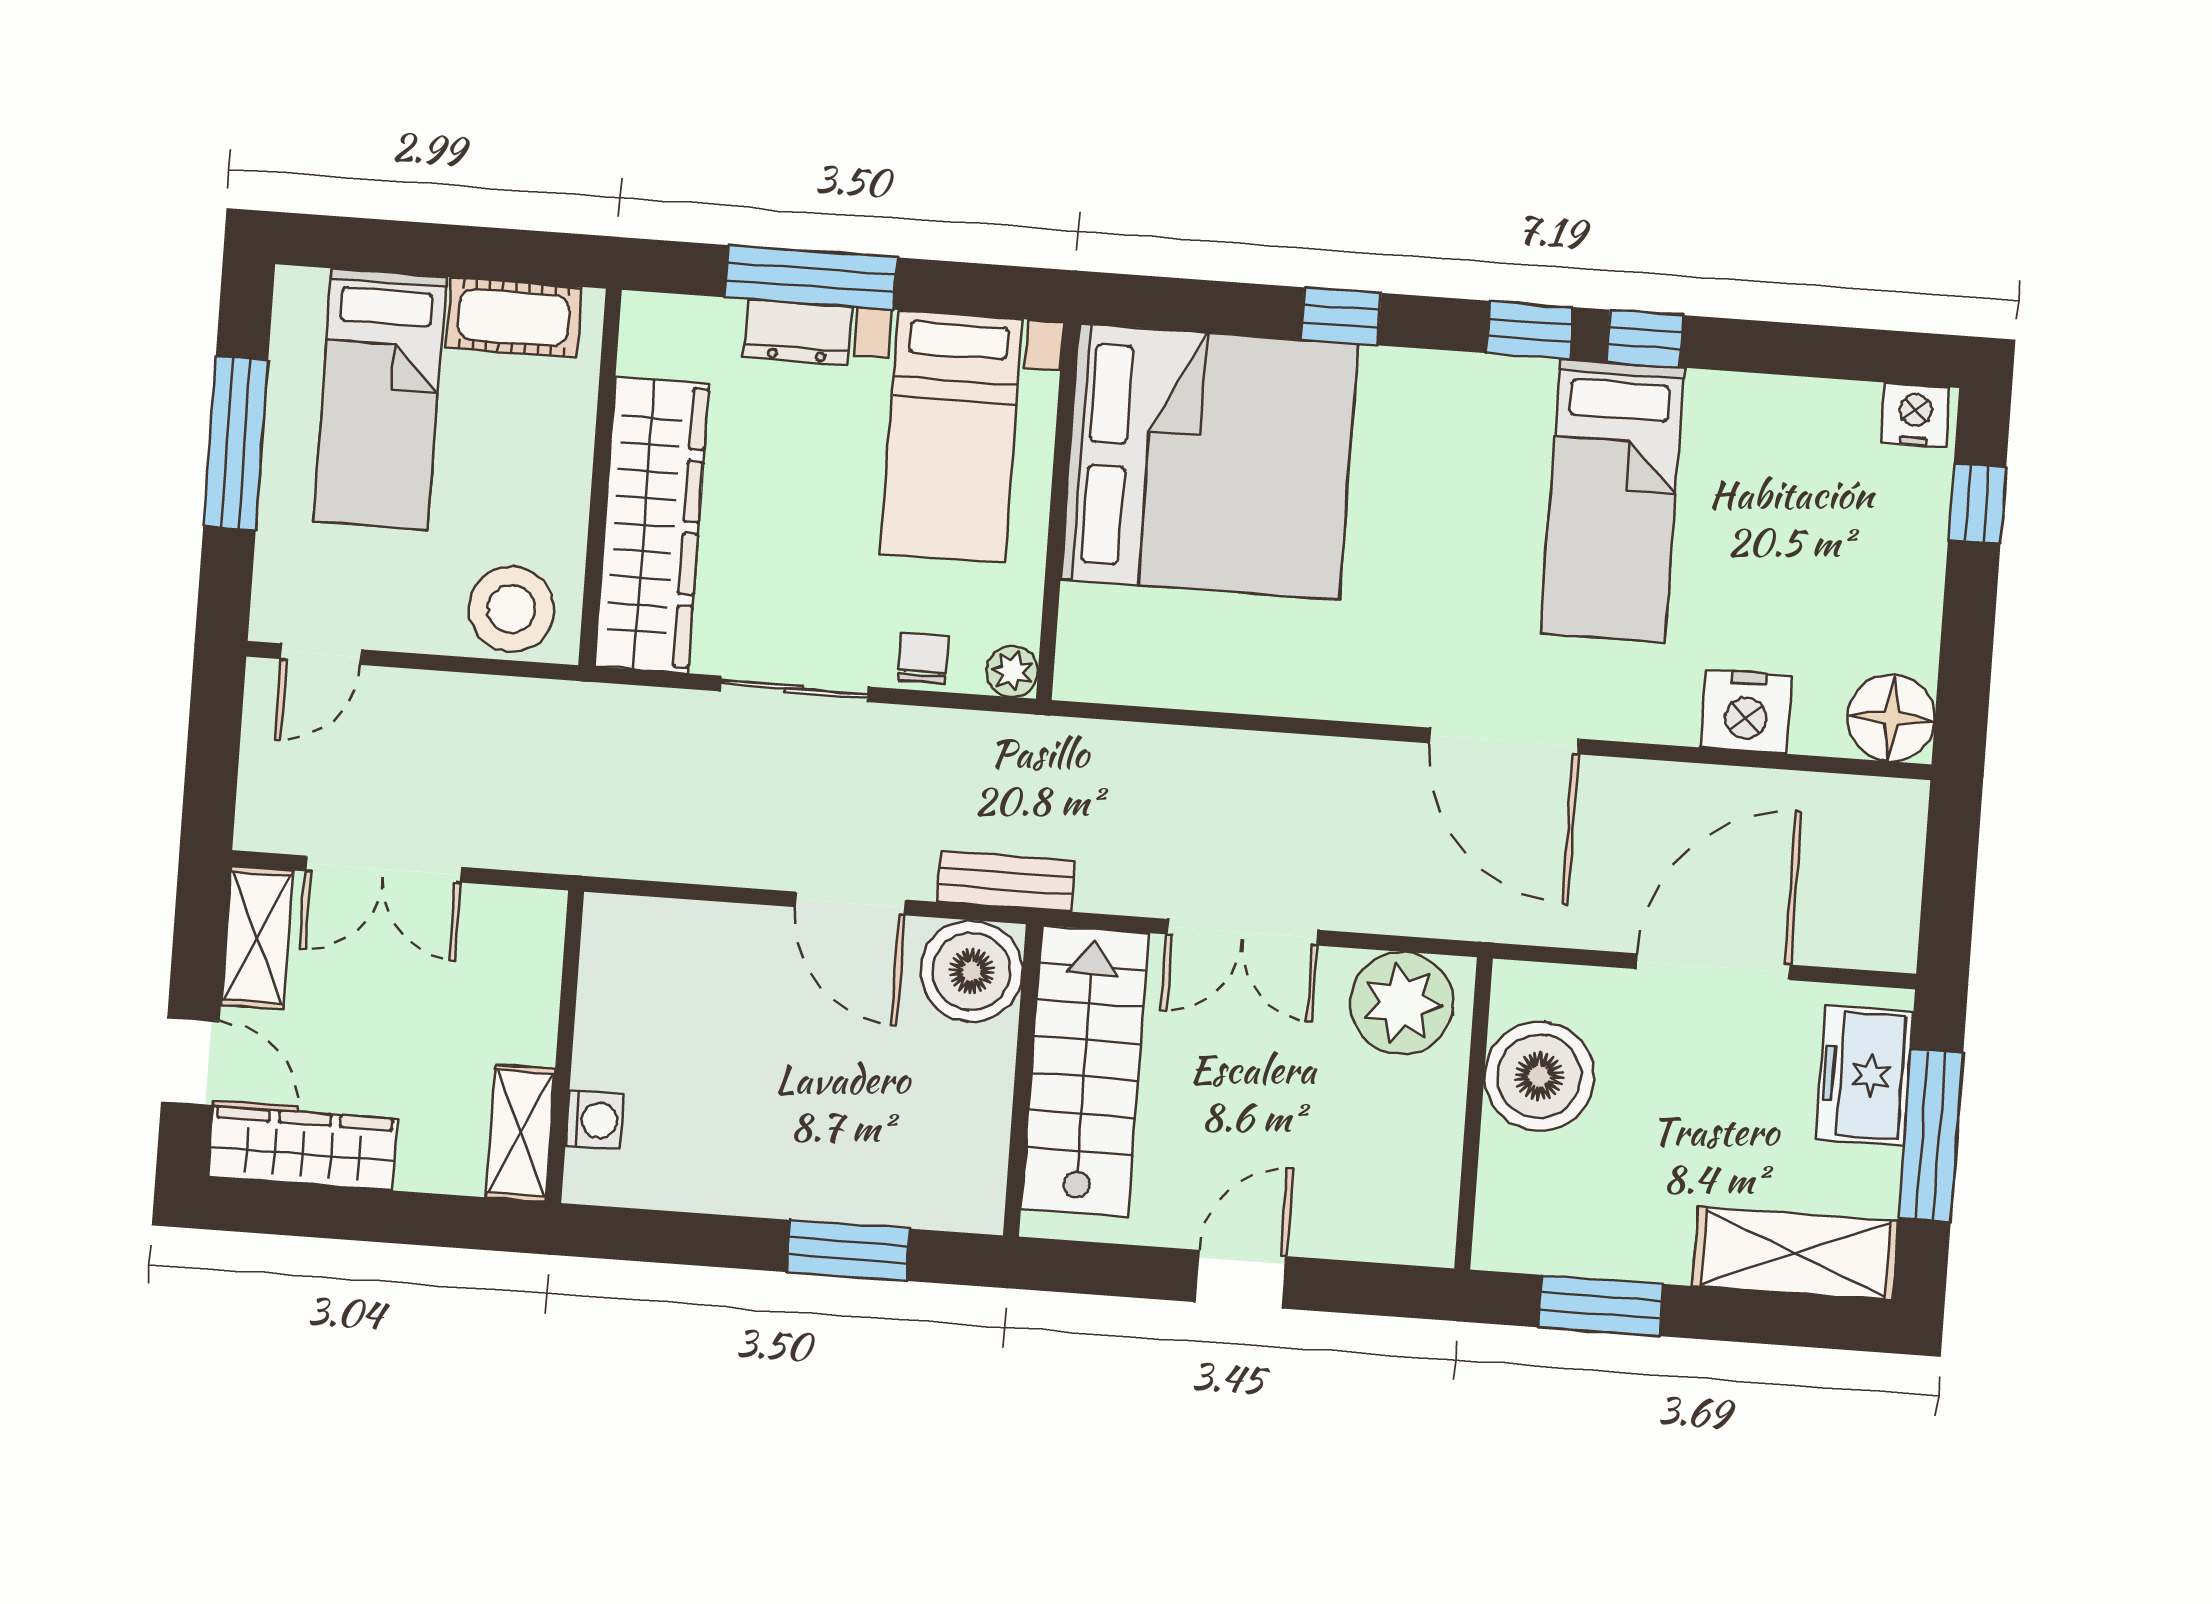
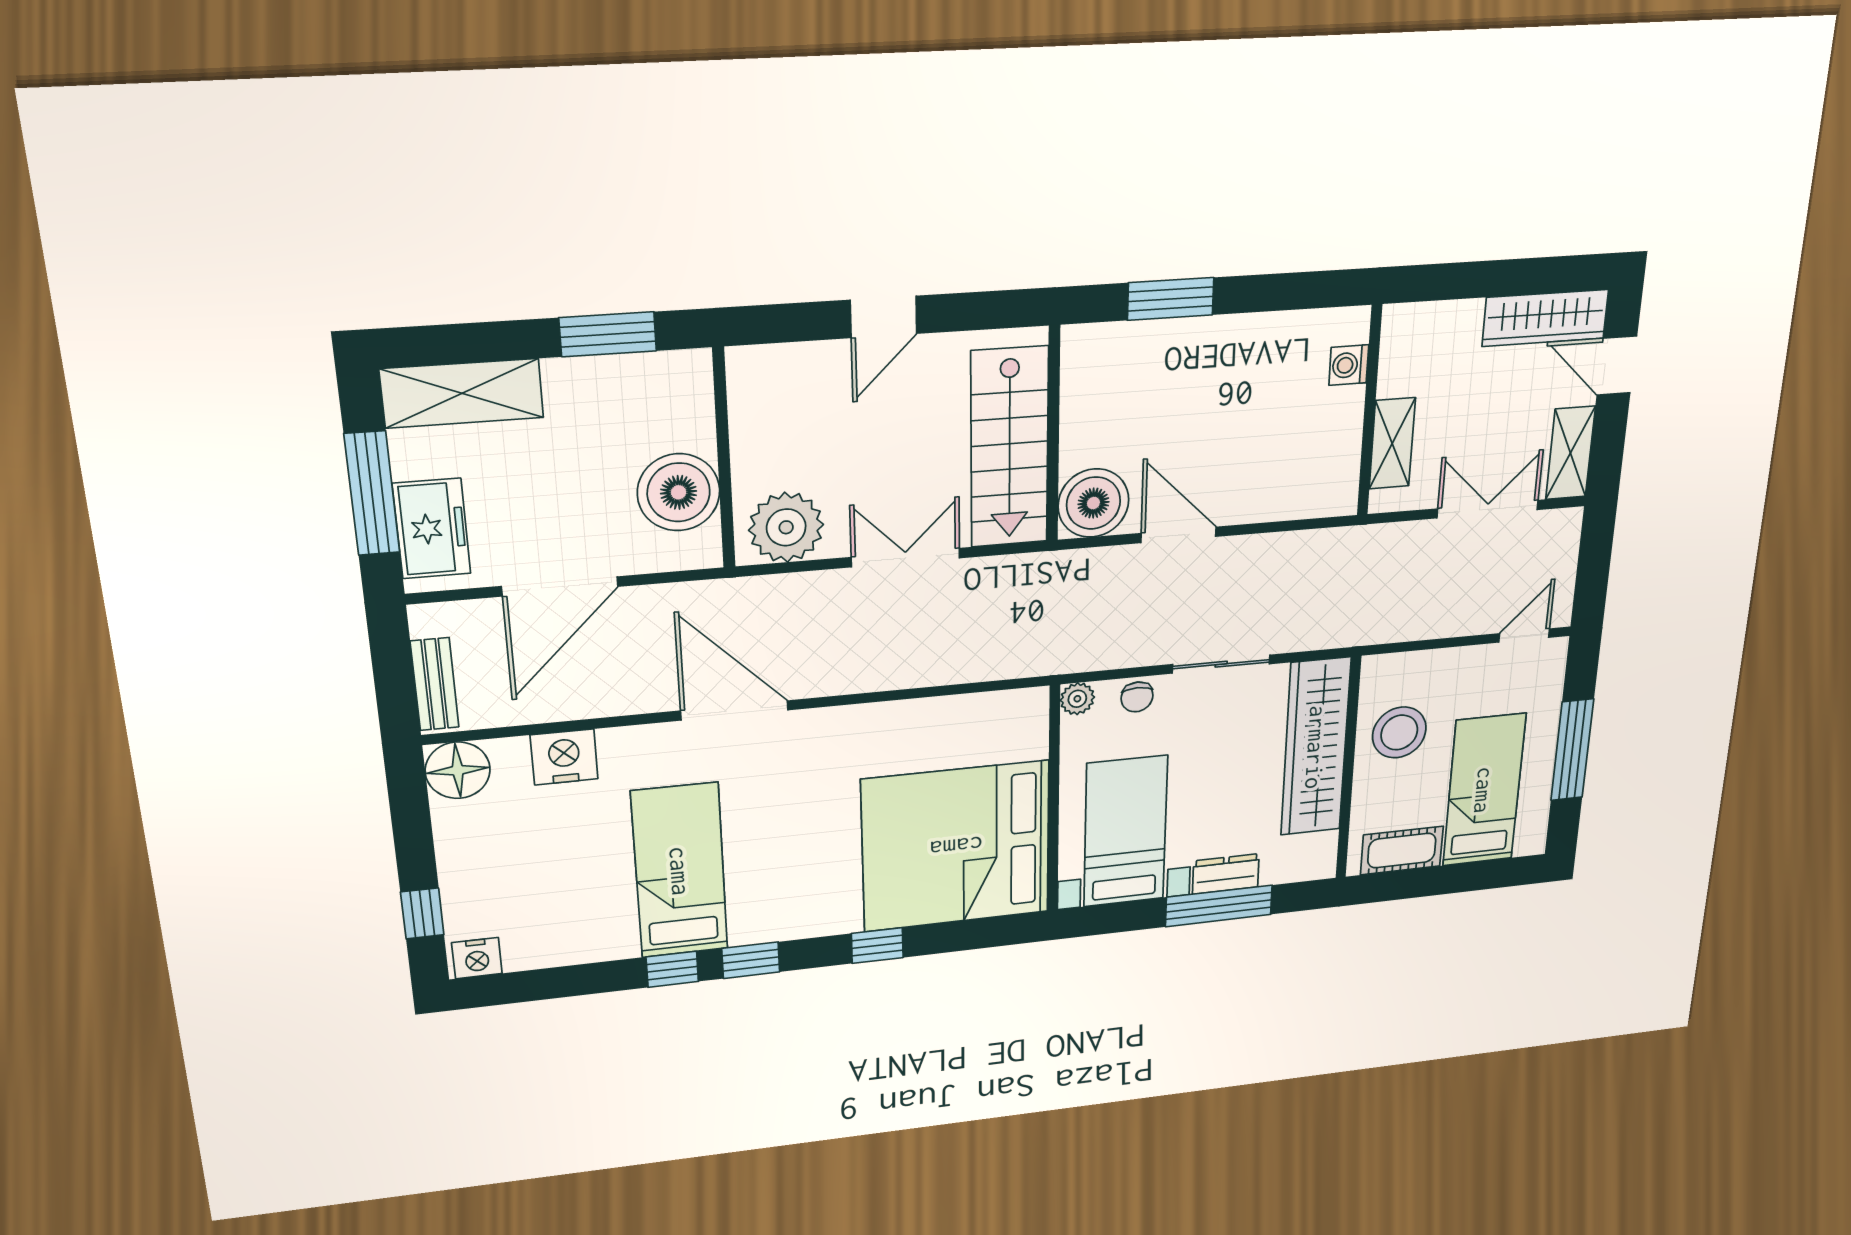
stool: (511, 609) -> (1399, 732), moved
bench: (1006, 881) -> (435, 684), moved, turned 90
shelving: (520, 1133) -> (1392, 443), moved

